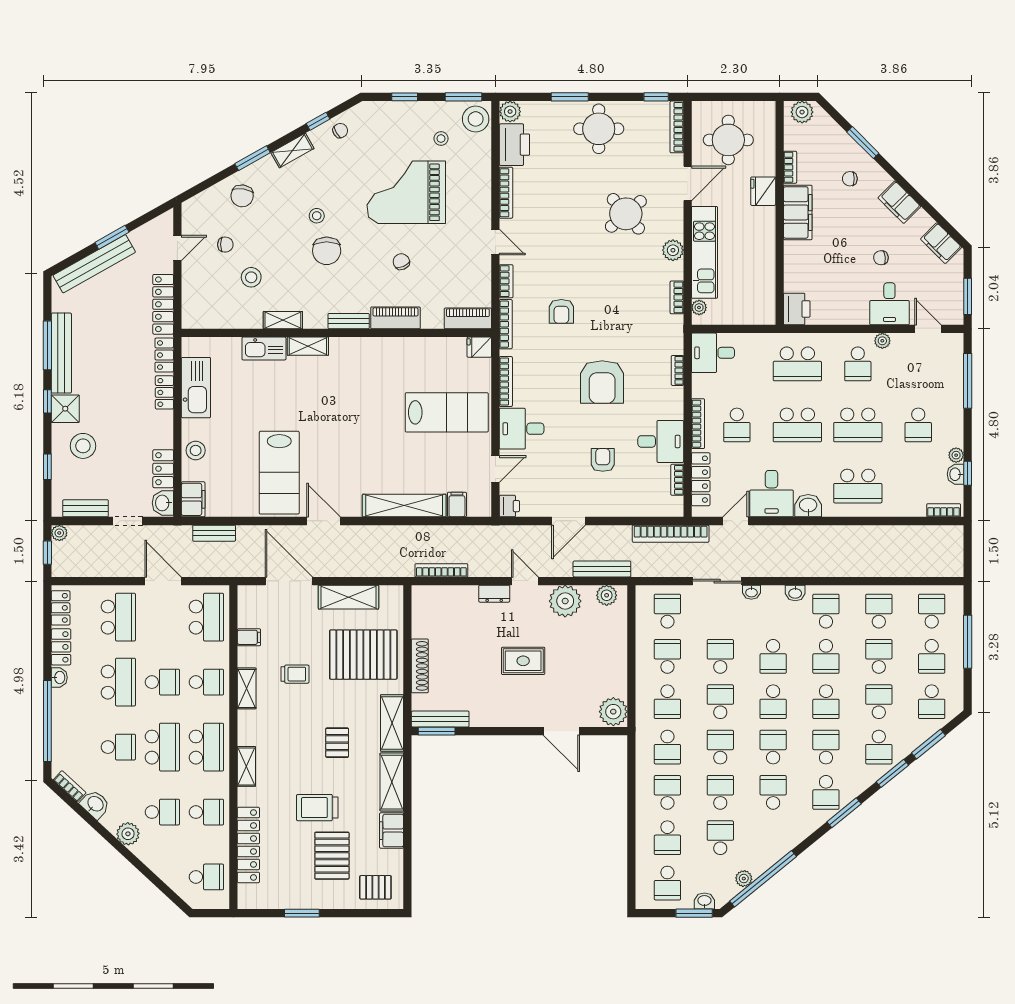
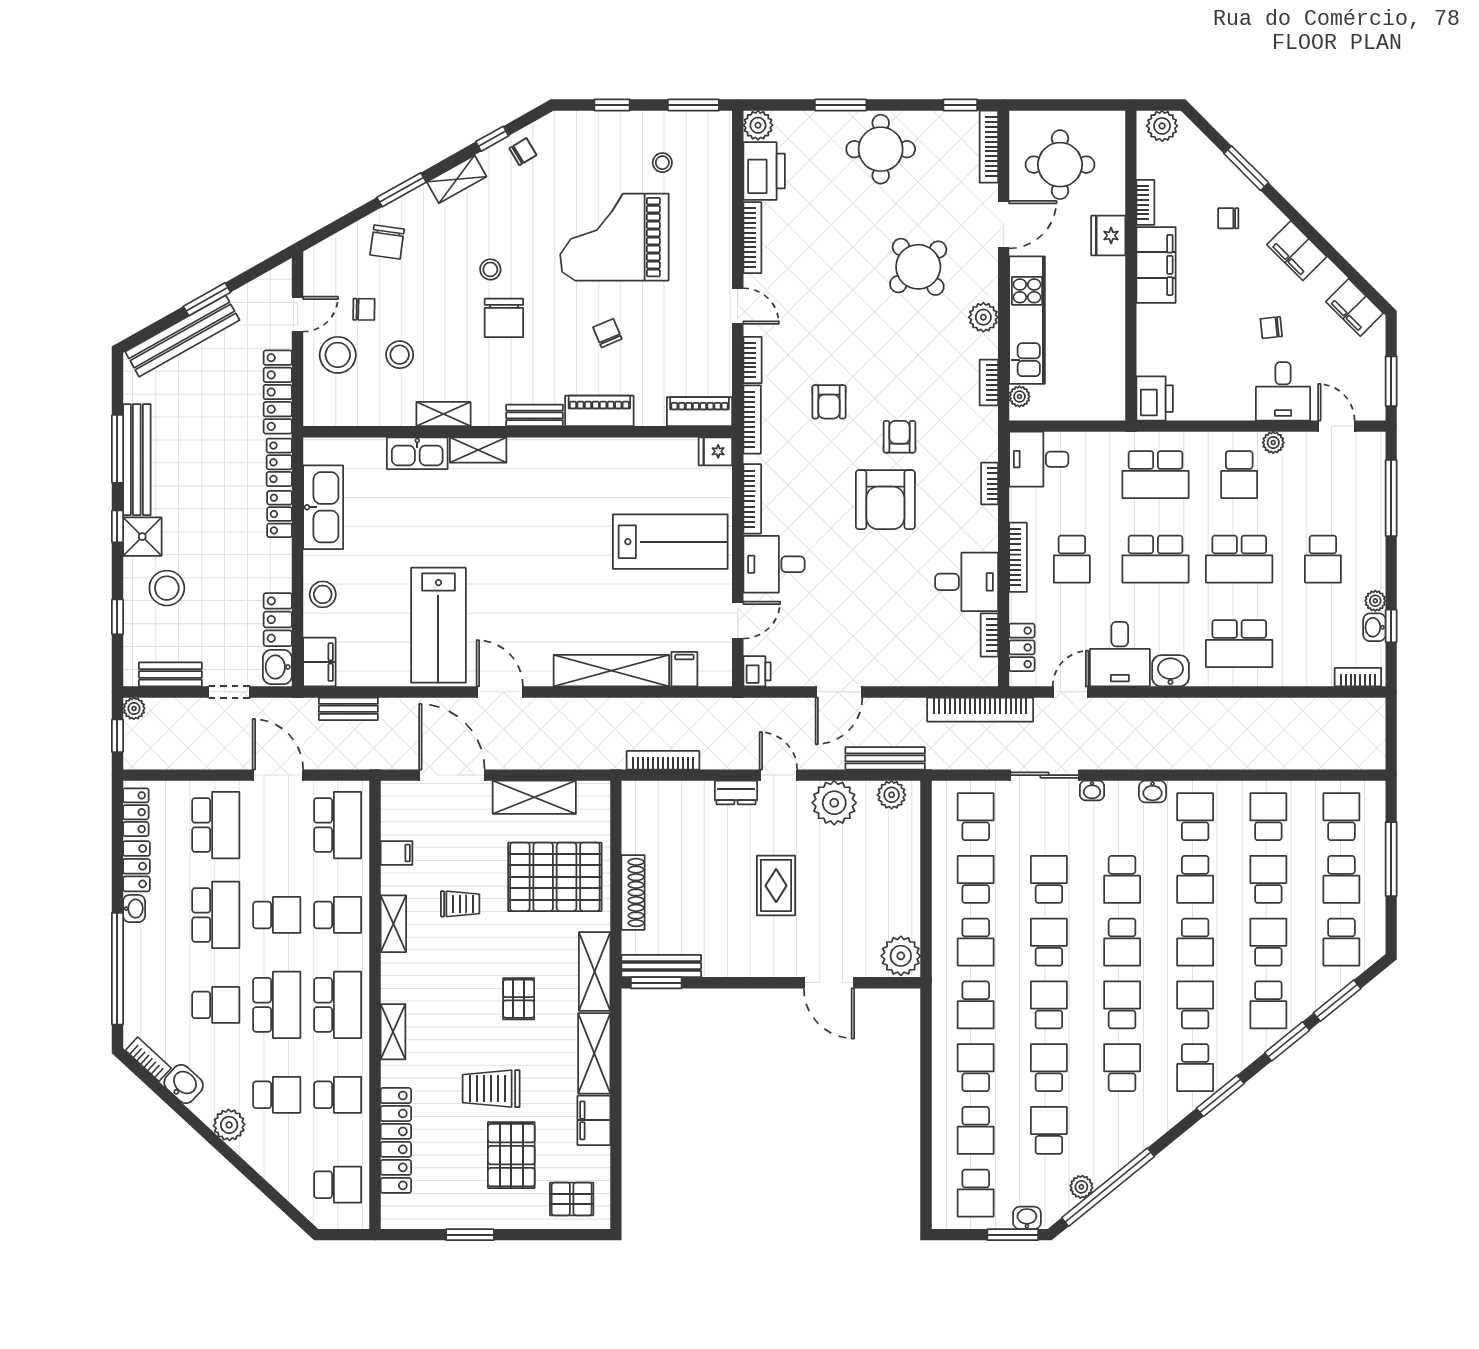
stool: (476, 119) -> (338, 355), moved
armchair: (603, 460) -> (899, 437), moved
locker: (701, 479) -> (1022, 647), width x0.66
rug: (523, 661) -> (776, 886), turned 90

